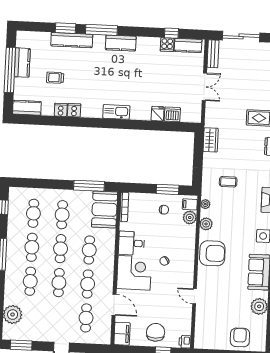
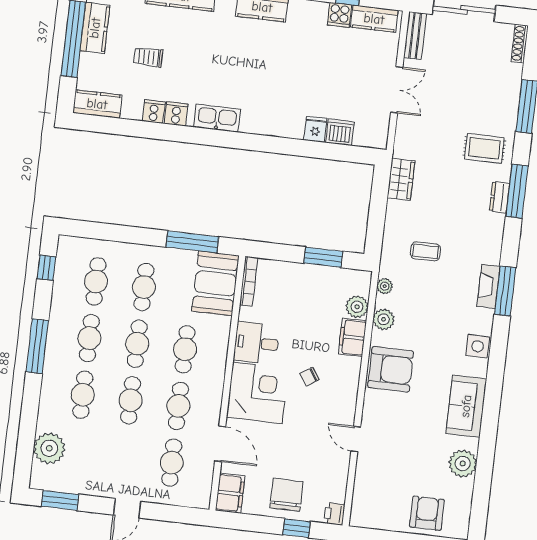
kitchen sink: (116, 112) -> (217, 118), moved
filing cabinet: (190, 204) -> (352, 337), moved, width x2.00
chair: (164, 210) -> (315, 291), removed

